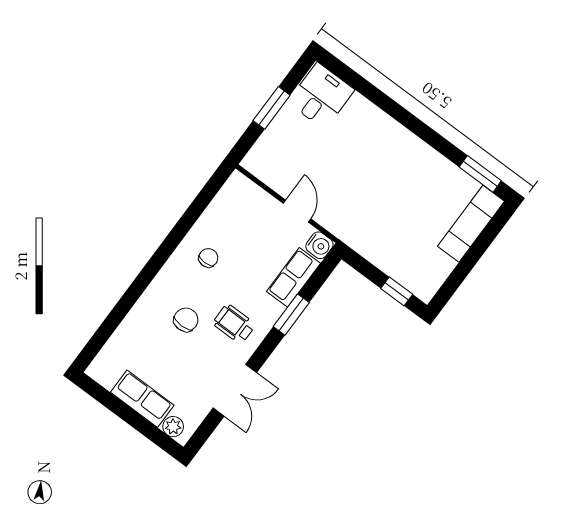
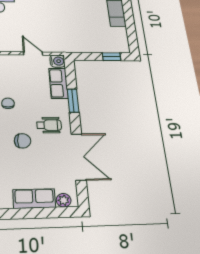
chair: (186, 320) -> (23, 141), turned 90
wheelchair: (234, 324) -> (49, 125), turned 180
double door: (235, 390) -> (79, 157), width x1.37

